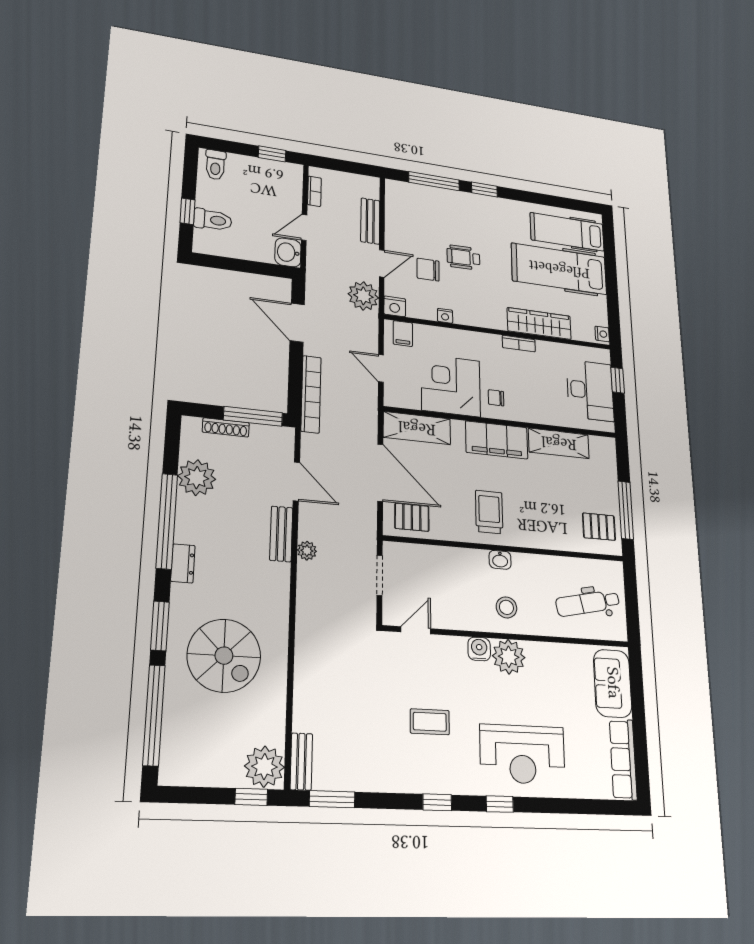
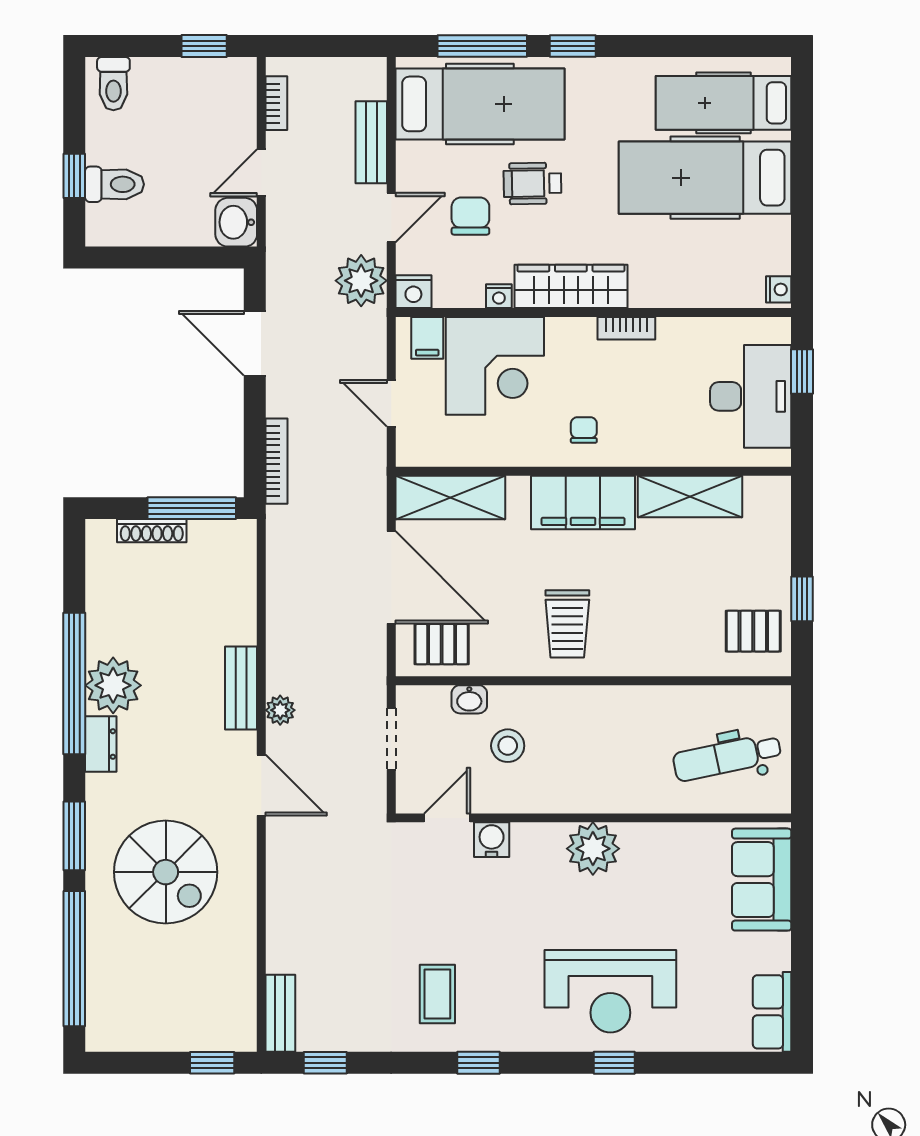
hospital bed: (433, 211) -> (480, 104), added
chair: (428, 270) -> (470, 216), turned 90
wardrobe: (539, 324) -> (571, 286), moved
corner desk: (451, 385) -> (495, 366), moved, turned 180
bookcase: (311, 394) -> (276, 461), width x0.68, depth x0.76
chair: (496, 398) -> (584, 430), turned 90
plant: (197, 478) -> (113, 685), moved
door: (296, 481) -> (261, 785), moved
window: (626, 510) -> (802, 599), width x0.46
trolley: (489, 512) -> (567, 624), turned 180
washbasin: (500, 560) -> (469, 699), moved
stool: (506, 607) -> (508, 746), moved
water cooler: (479, 649) -> (492, 840), moved
coffee table: (430, 722) -> (437, 994), moved, turned 90
row of seats: (623, 759) -> (772, 1012), width x0.68
plant: (264, 767) -> (229, 1022), removed
window: (332, 799) -> (325, 1063), width x0.67
window: (500, 804) -> (614, 1063), moved

